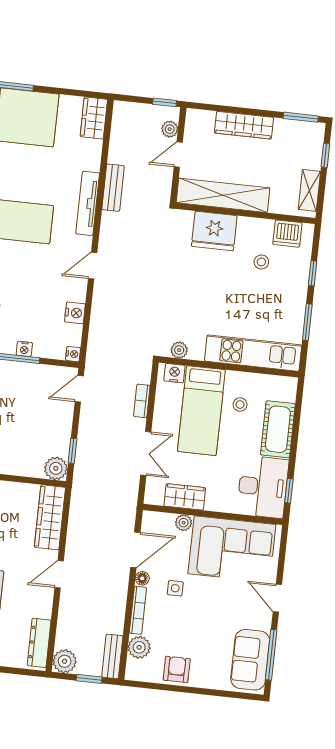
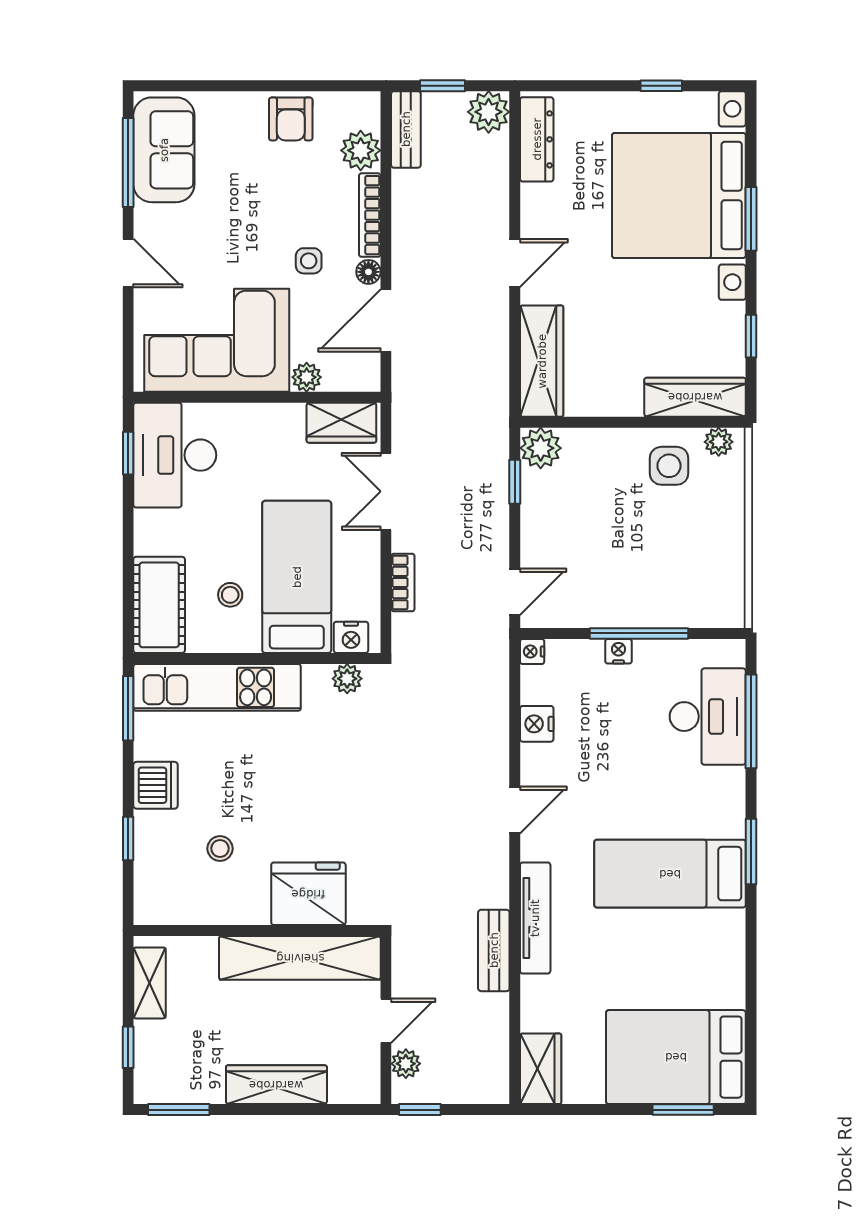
dishwasher: (287, 234) -> (156, 785), moved, turned 90
window: (307, 322) -> (128, 708), moved
cot: (278, 429) -> (159, 605), moved
wardrobe: (185, 497) -> (341, 423), moved

